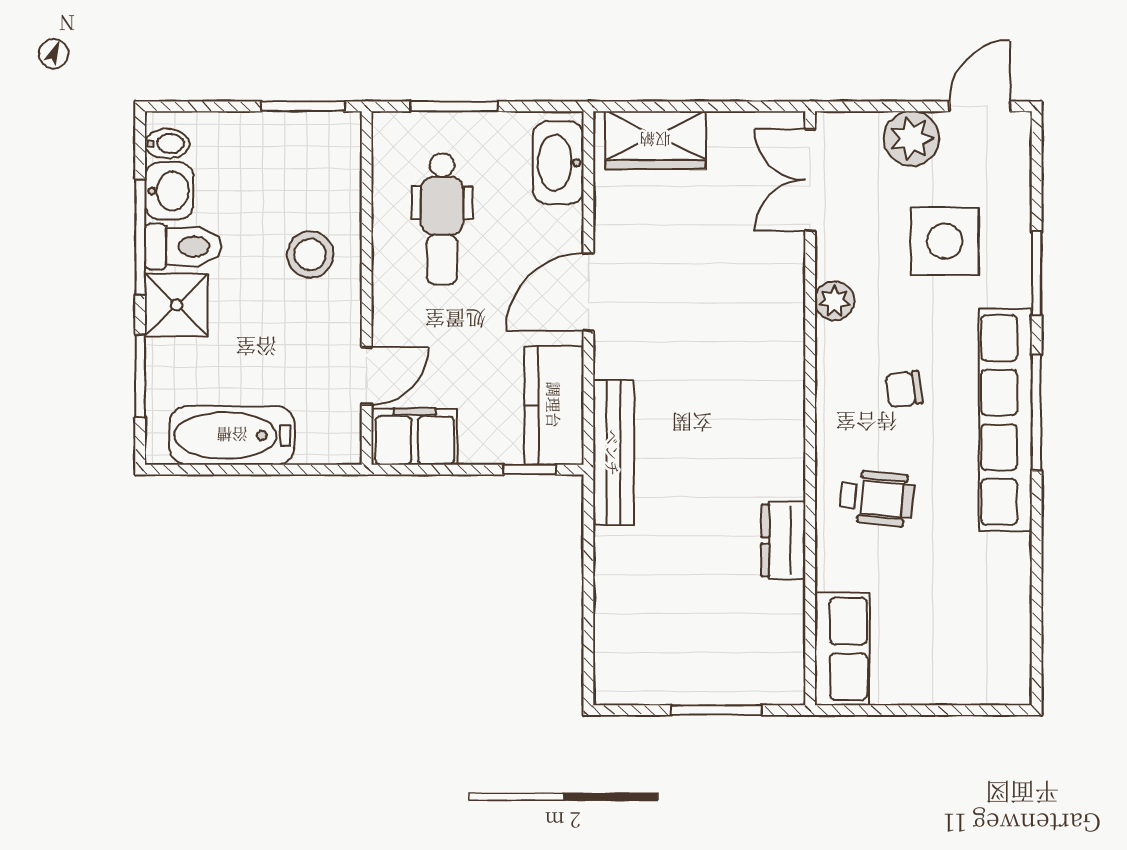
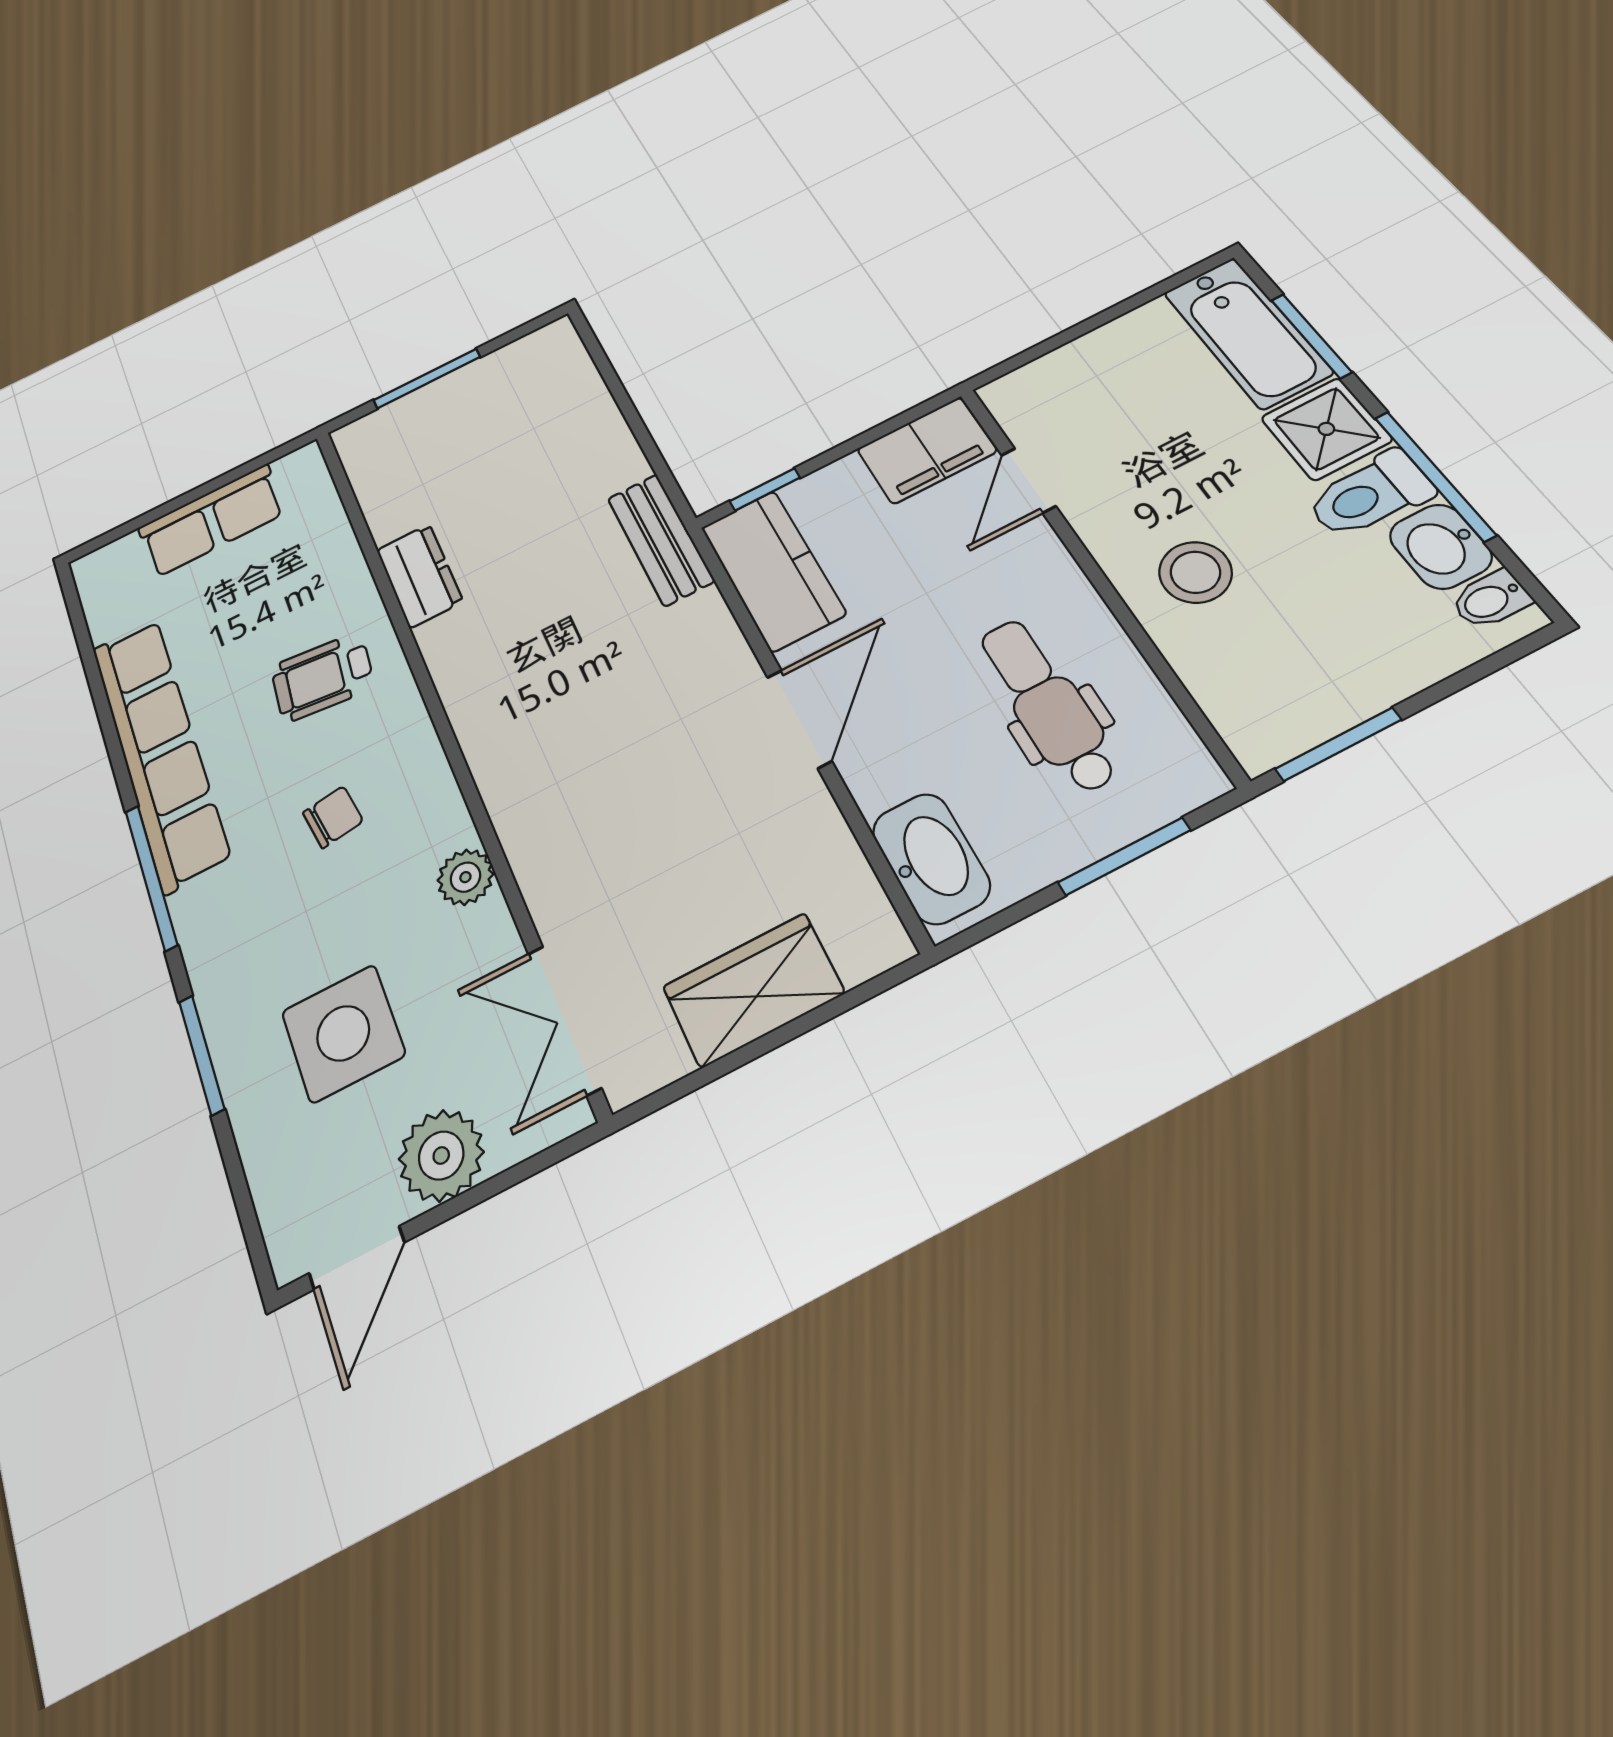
wardrobe: (655, 140) -> (753, 990), moved
double door: (810, 180) -> (564, 1020), swing flipped
row of seats: (1005, 420) -> (160, 751), moved
bathtub: (232, 435) -> (1247, 332), moved, turned 90
bench: (613, 453) -> (660, 539), width x0.73
row of seats: (842, 649) -> (212, 520), moved, turned -90

